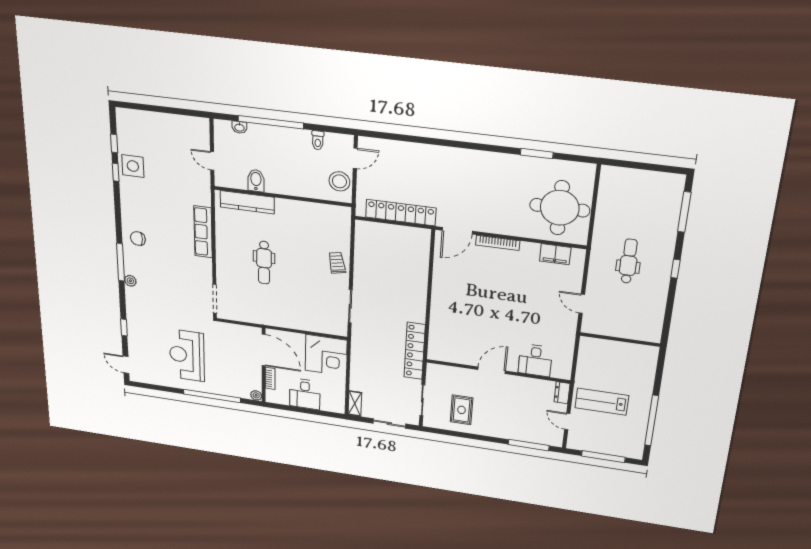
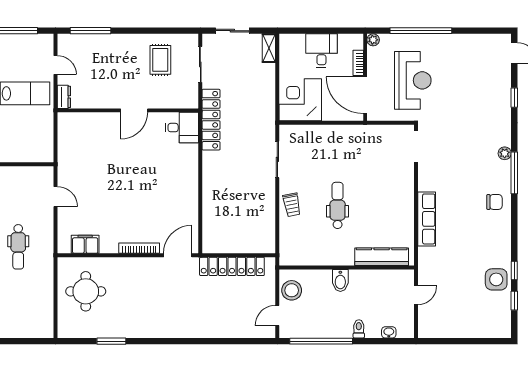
window: (271, 122) -> (321, 341), moved
toilet: (318, 140) -> (359, 329), moved
door: (212, 161) -> (416, 295), hinge flipped
bidet: (256, 181) -> (340, 280), moved
round table: (560, 208) -> (86, 291), width x0.73, depth x0.73
dental chair: (264, 263) -> (338, 205), moved
reception desk: (187, 355) -> (413, 80), moved
desk: (535, 360) -> (182, 128), moved, turned 90

